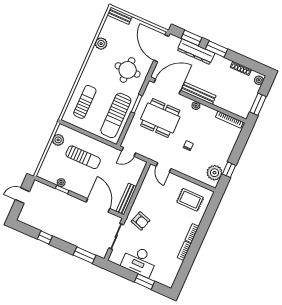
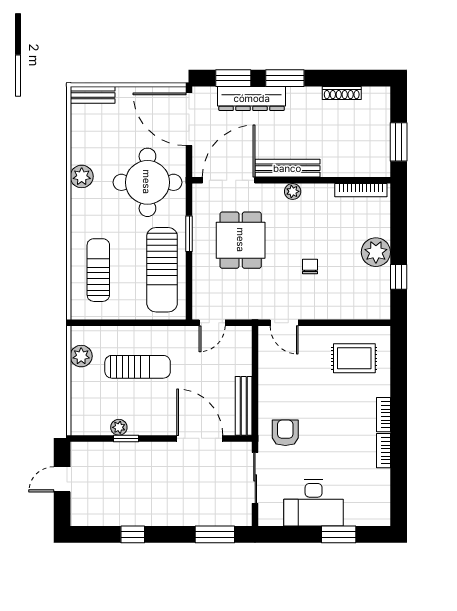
plant: (101, 44) -> (82, 176), moved
round table: (128, 70) -> (147, 182), width x1.36, depth x1.36
plant: (259, 80) -> (382, 100), removed
dining table: (160, 118) -> (241, 240), width x0.73
plant: (214, 173) -> (376, 252), moved
armchair: (141, 221) -> (285, 433), turned -108

